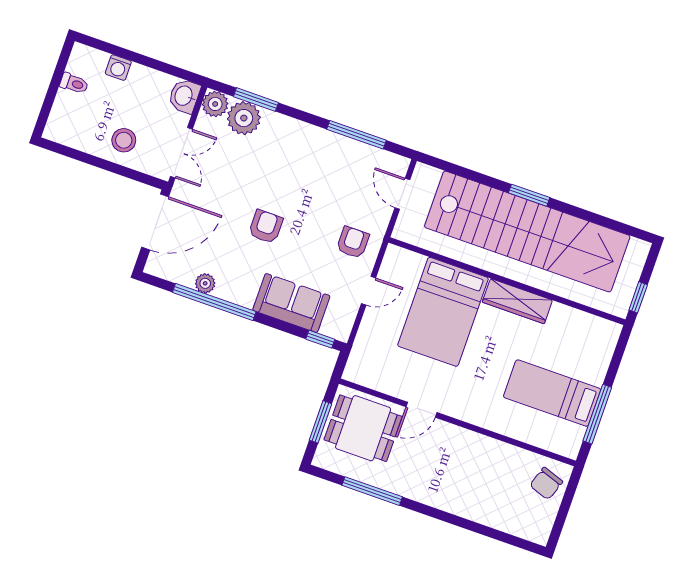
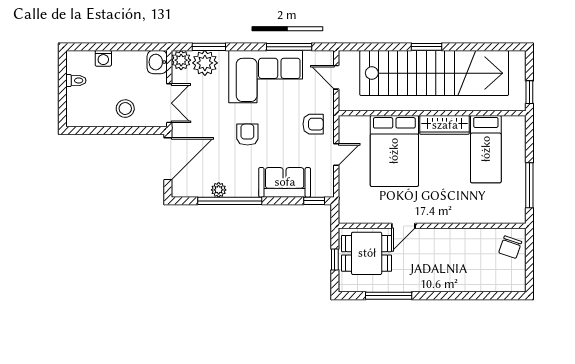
corner sofa: (314, 162) -> (266, 77), added
armchair: (353, 242) -> (313, 124), turned 90
bed: (552, 393) -> (486, 149), moved, turned -90
window: (320, 422) -> (335, 259), width x0.67

